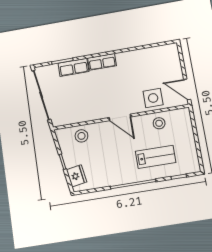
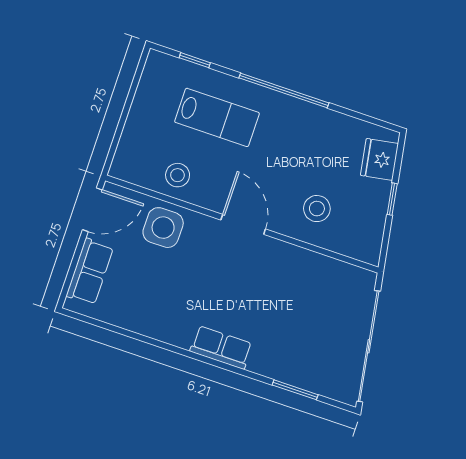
row of seats: (73, 67) -> (90, 272), moved, turned 90
door: (187, 89) -> (92, 210), hinge flipped
stool: (81, 136) -> (317, 209), moved
lab bench: (156, 157) -> (217, 117), turned 180

